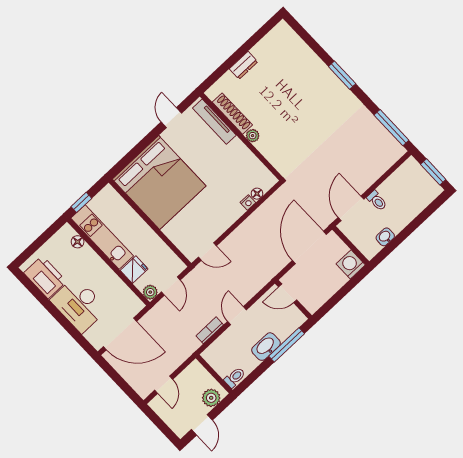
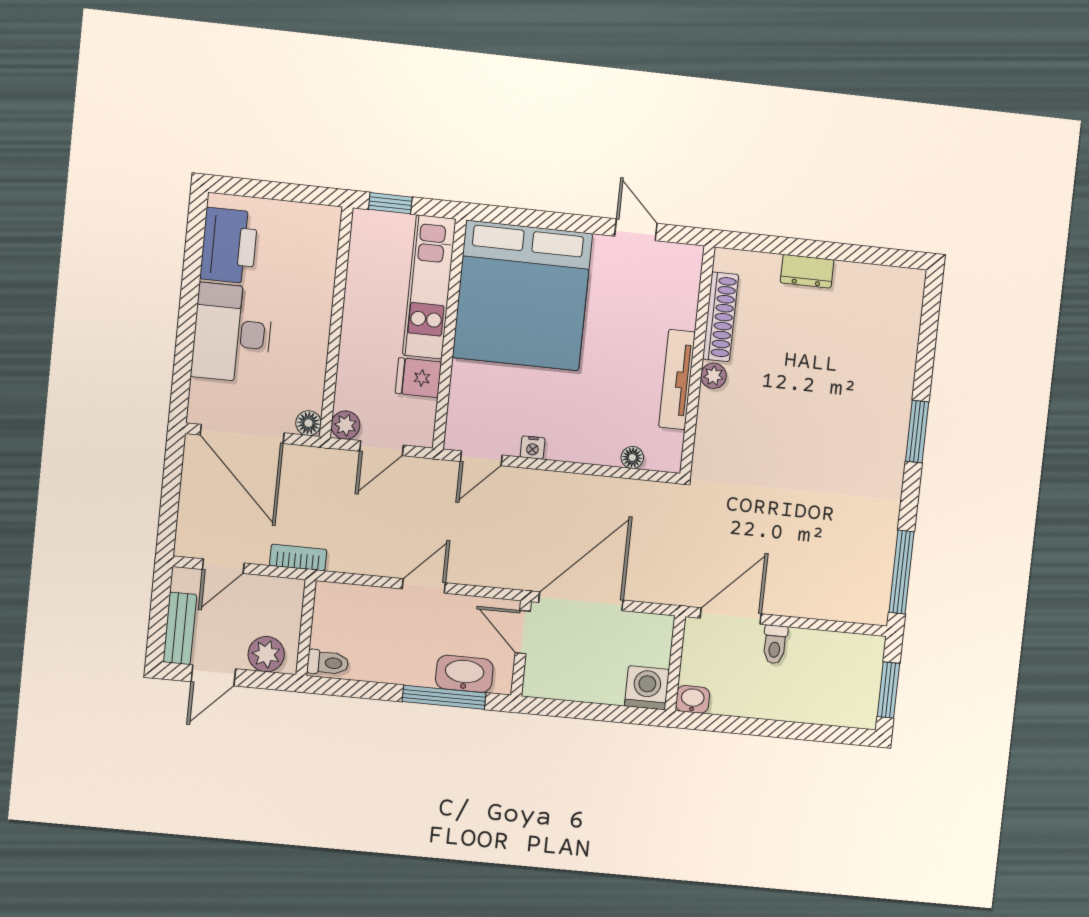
door: (171, 118) -> (636, 230), hinge flipped
tv unit: (214, 122) -> (677, 380), moved
nightstand: (248, 202) -> (533, 448), moved
kitchen unit: (102, 237) -> (429, 287), moved, turned 180
washbasin: (385, 237) -> (693, 699), moved
floor lamp: (78, 242) -> (308, 423), moved
door: (309, 247) -> (581, 601), moved
door: (207, 252) -> (481, 458), hinge flipped
fridge: (134, 270) -> (418, 378), moved, turned 180
bookcase: (210, 330) -> (298, 557), moved
washbasin: (266, 347) -> (464, 674), moved
bench: (173, 422) -> (180, 628), added

